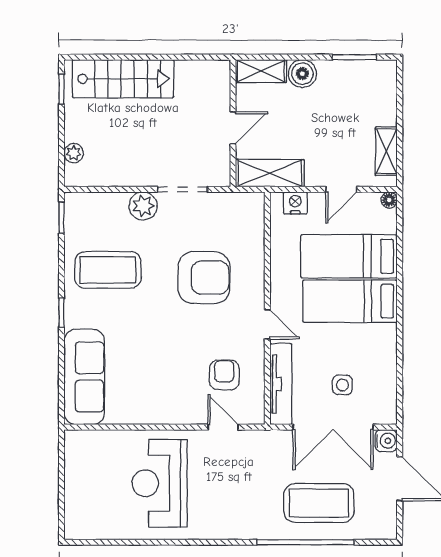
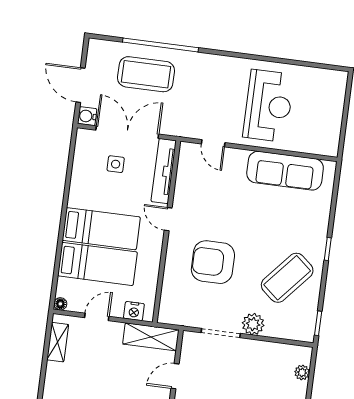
coffee table: (108, 270) -> (287, 278), turned -49
armchair: (224, 375) -> (207, 184), removed
sofa: (84, 377) -> (285, 171), moved, turned -90

